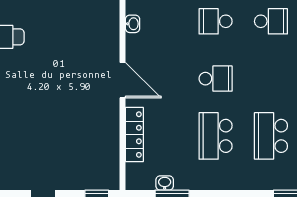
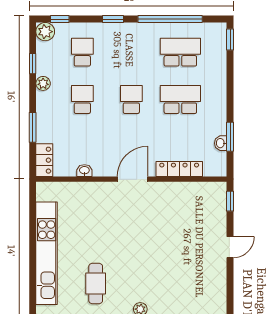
school desk: (216, 21) -> (82, 99), turned 180
school desk: (216, 136) -> (180, 99), turned 180
school desk: (271, 136) -> (180, 52), turned 180

